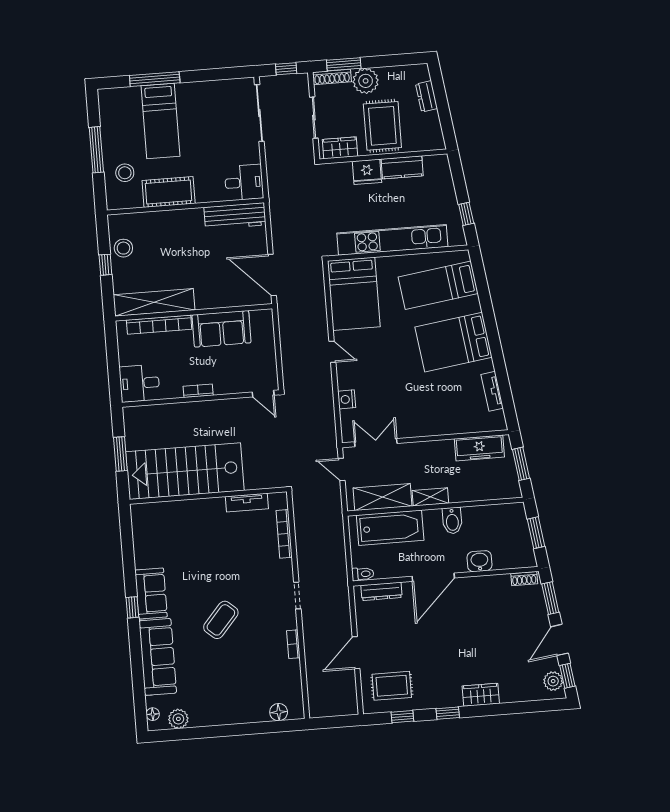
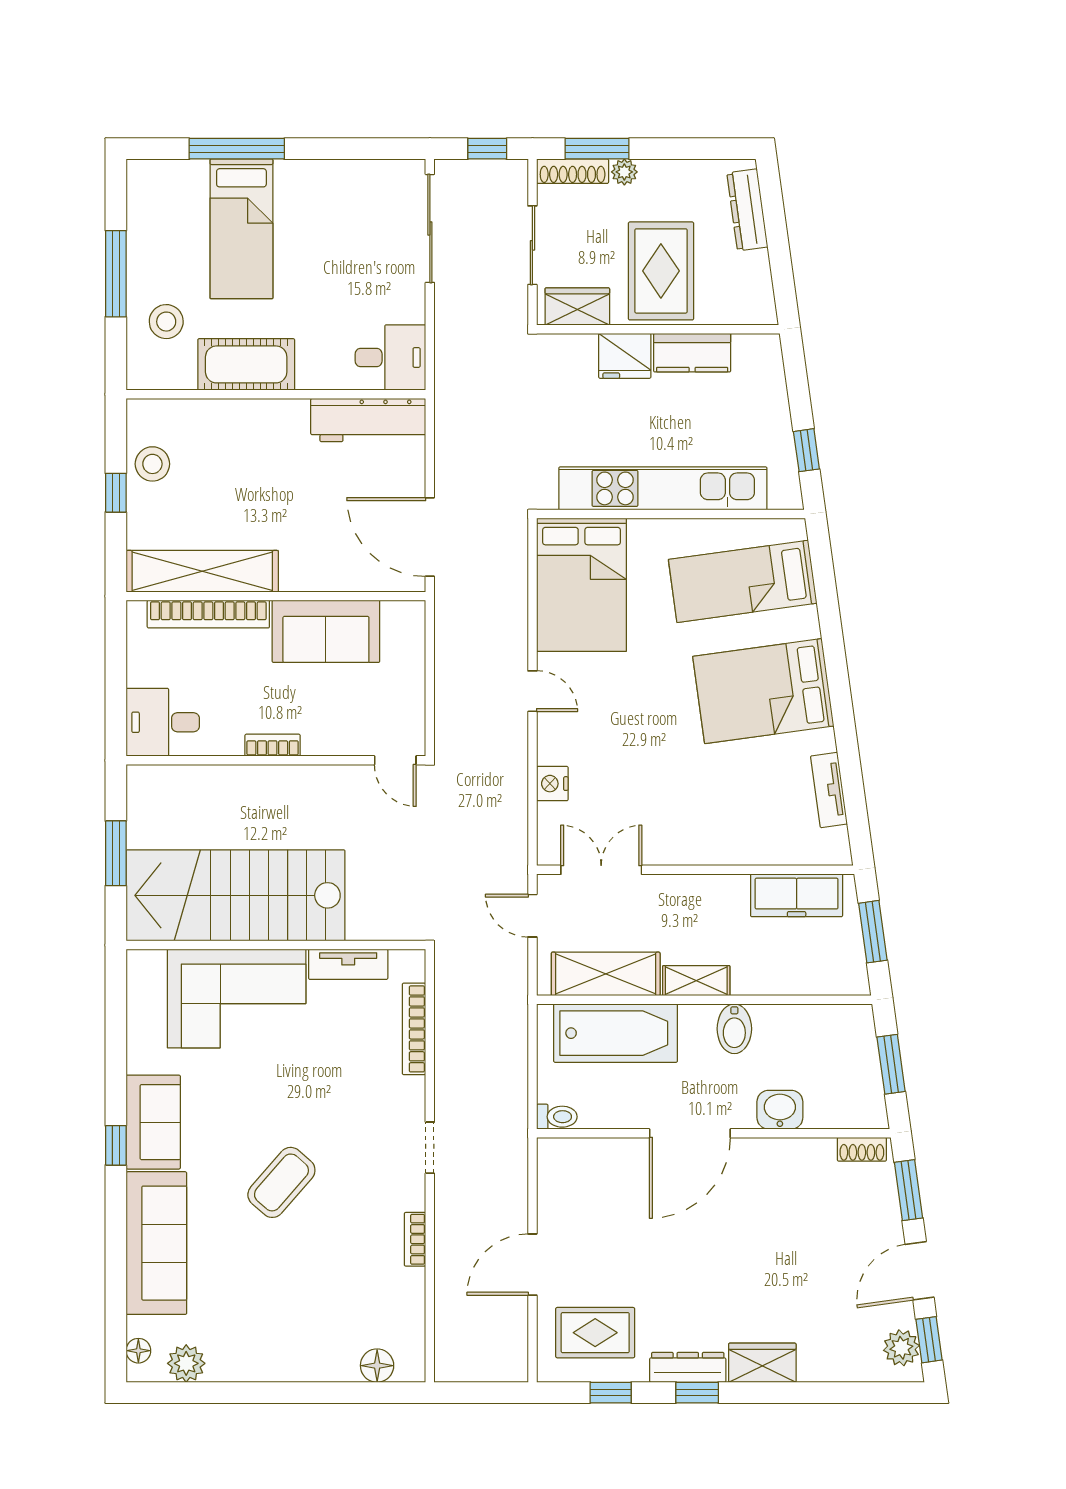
plant: (366, 81) -> (624, 172), width x0.53, depth x0.53
dresser: (427, 96) -> (747, 210), width x1.44
corner sofa: (190, 525) -> (237, 999), added
dresser: (381, 591) -> (688, 1367), moved, turned 180

